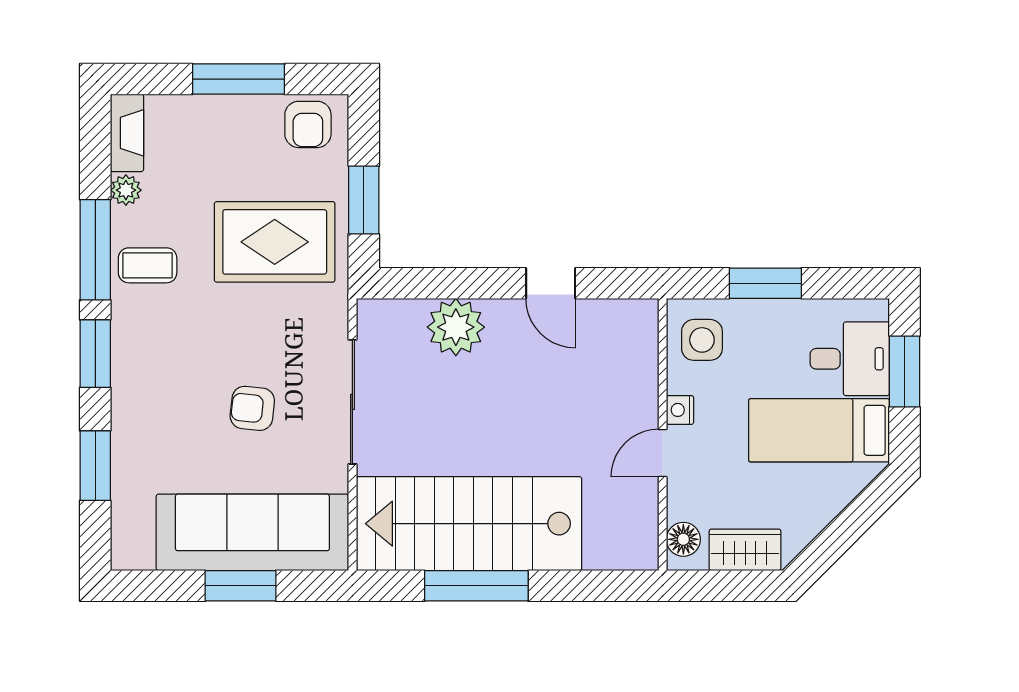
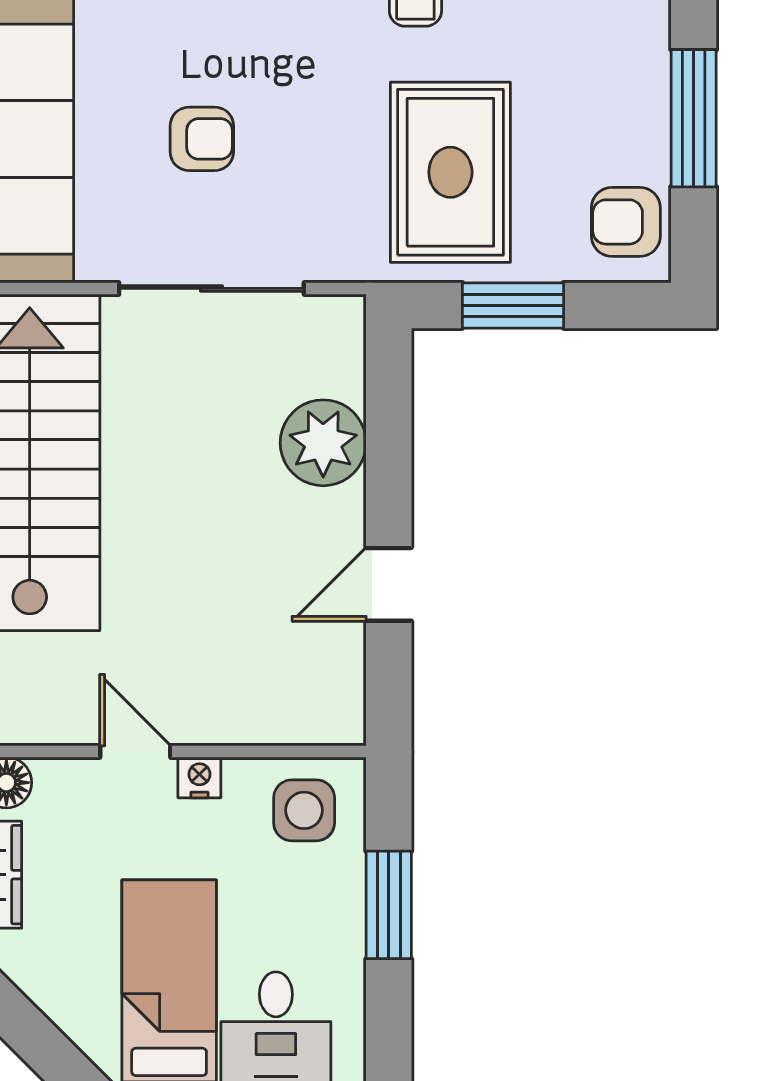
armchair: (252, 408) -> (202, 139), turned 84

